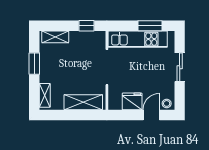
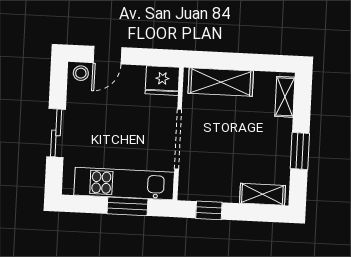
window: (150, 26) -> (127, 206), moved
fridge: (132, 101) -> (162, 81), moved

